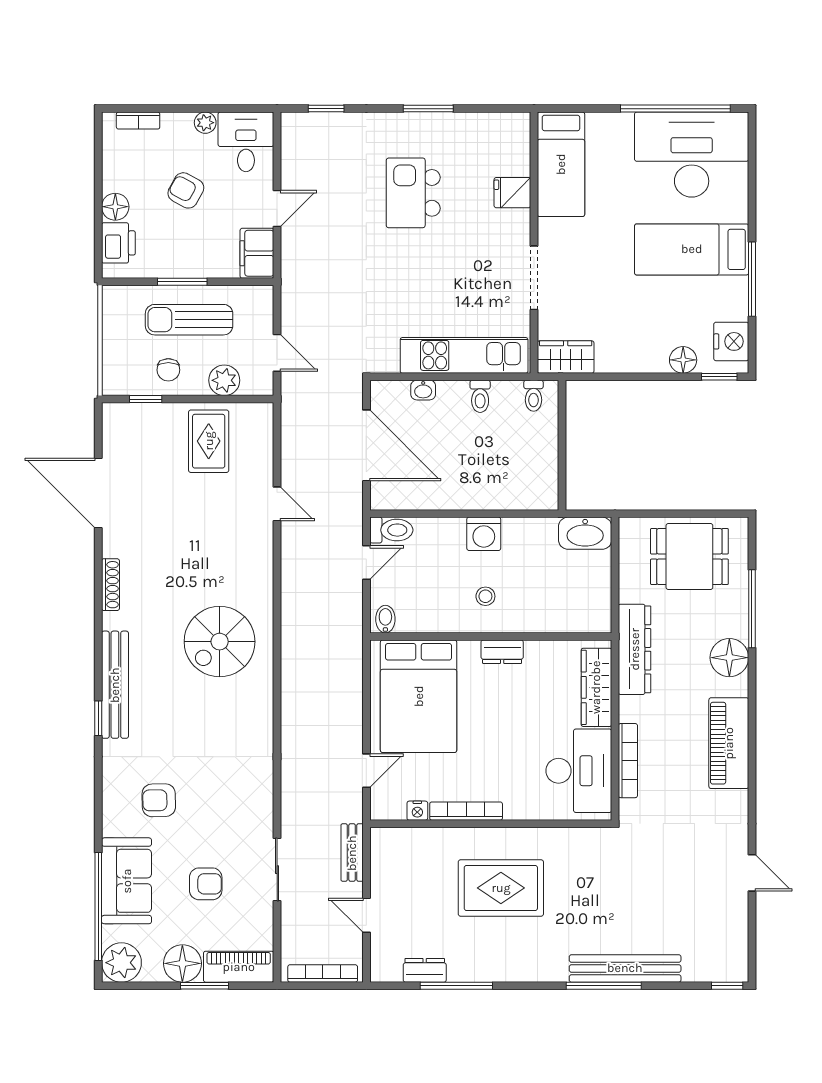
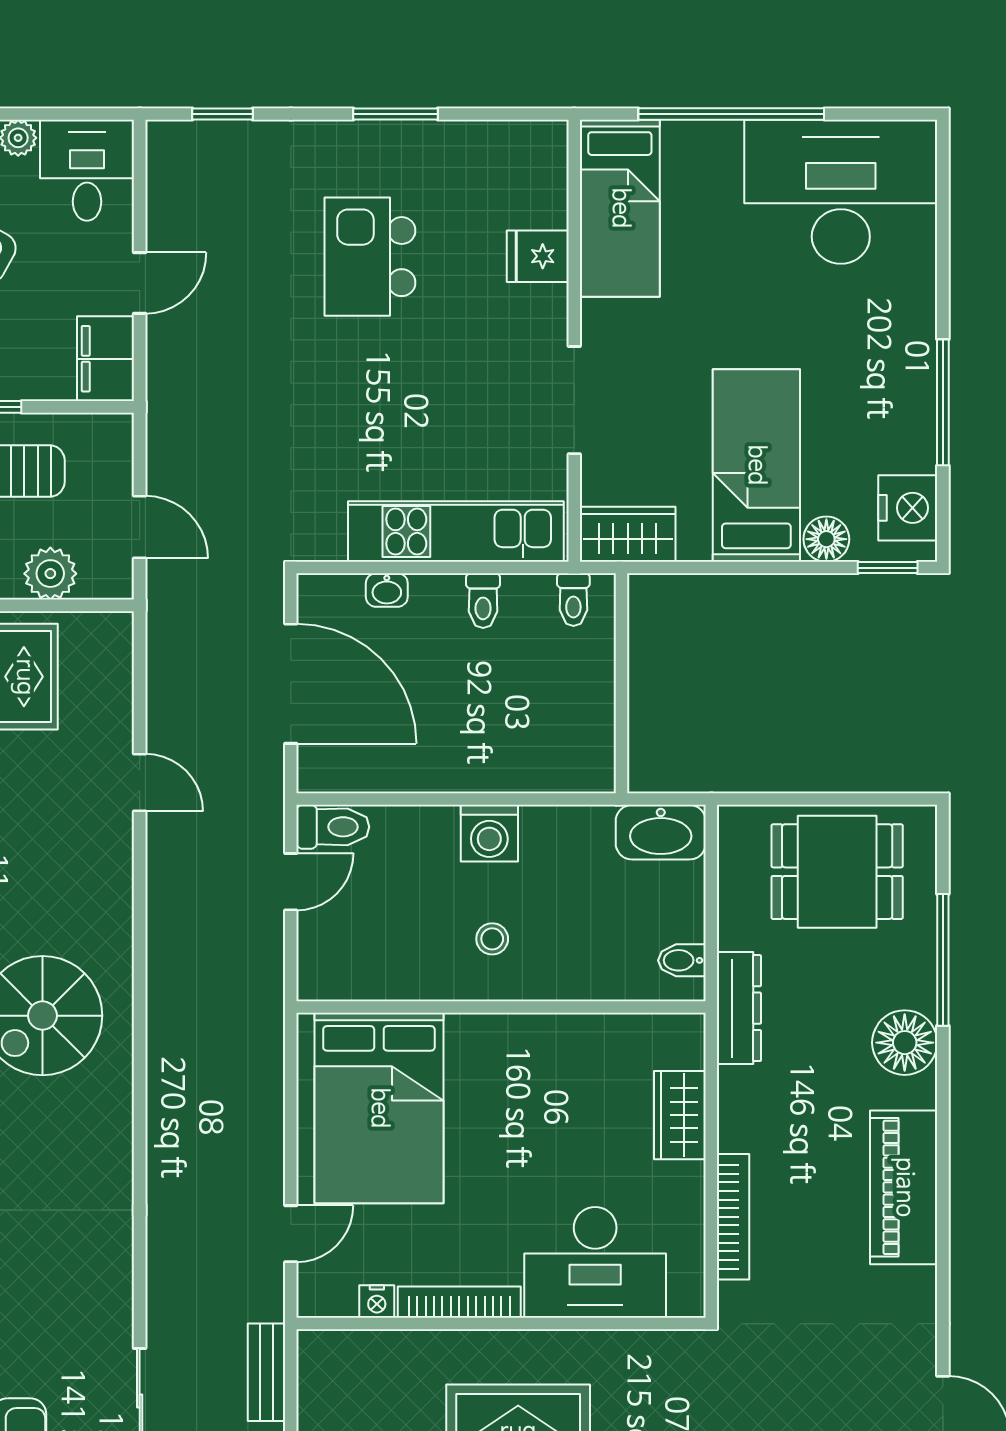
window: (675, 109) -> (731, 114), moved
bed: (692, 249) -> (756, 465), moved, turned 90
bidet: (385, 619) -> (682, 960), moved, turned -90
dresser: (635, 649) -> (739, 1008), width x0.73, depth x0.80
dresser: (502, 652) -> (520, 1033), removed
wardrobe: (596, 687) -> (680, 1115), width x0.67
desk: (579, 771) -> (595, 1262), moved, turned 90

